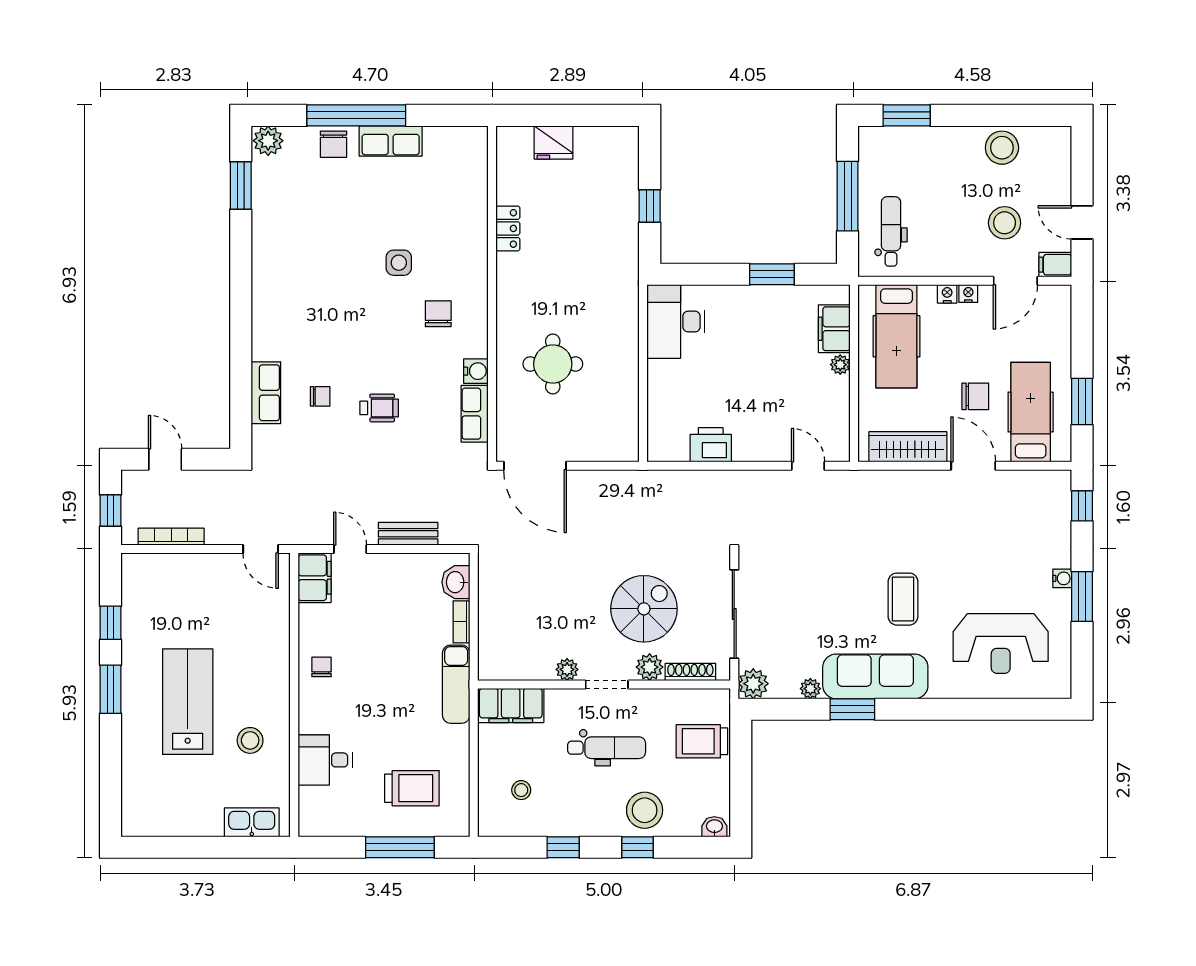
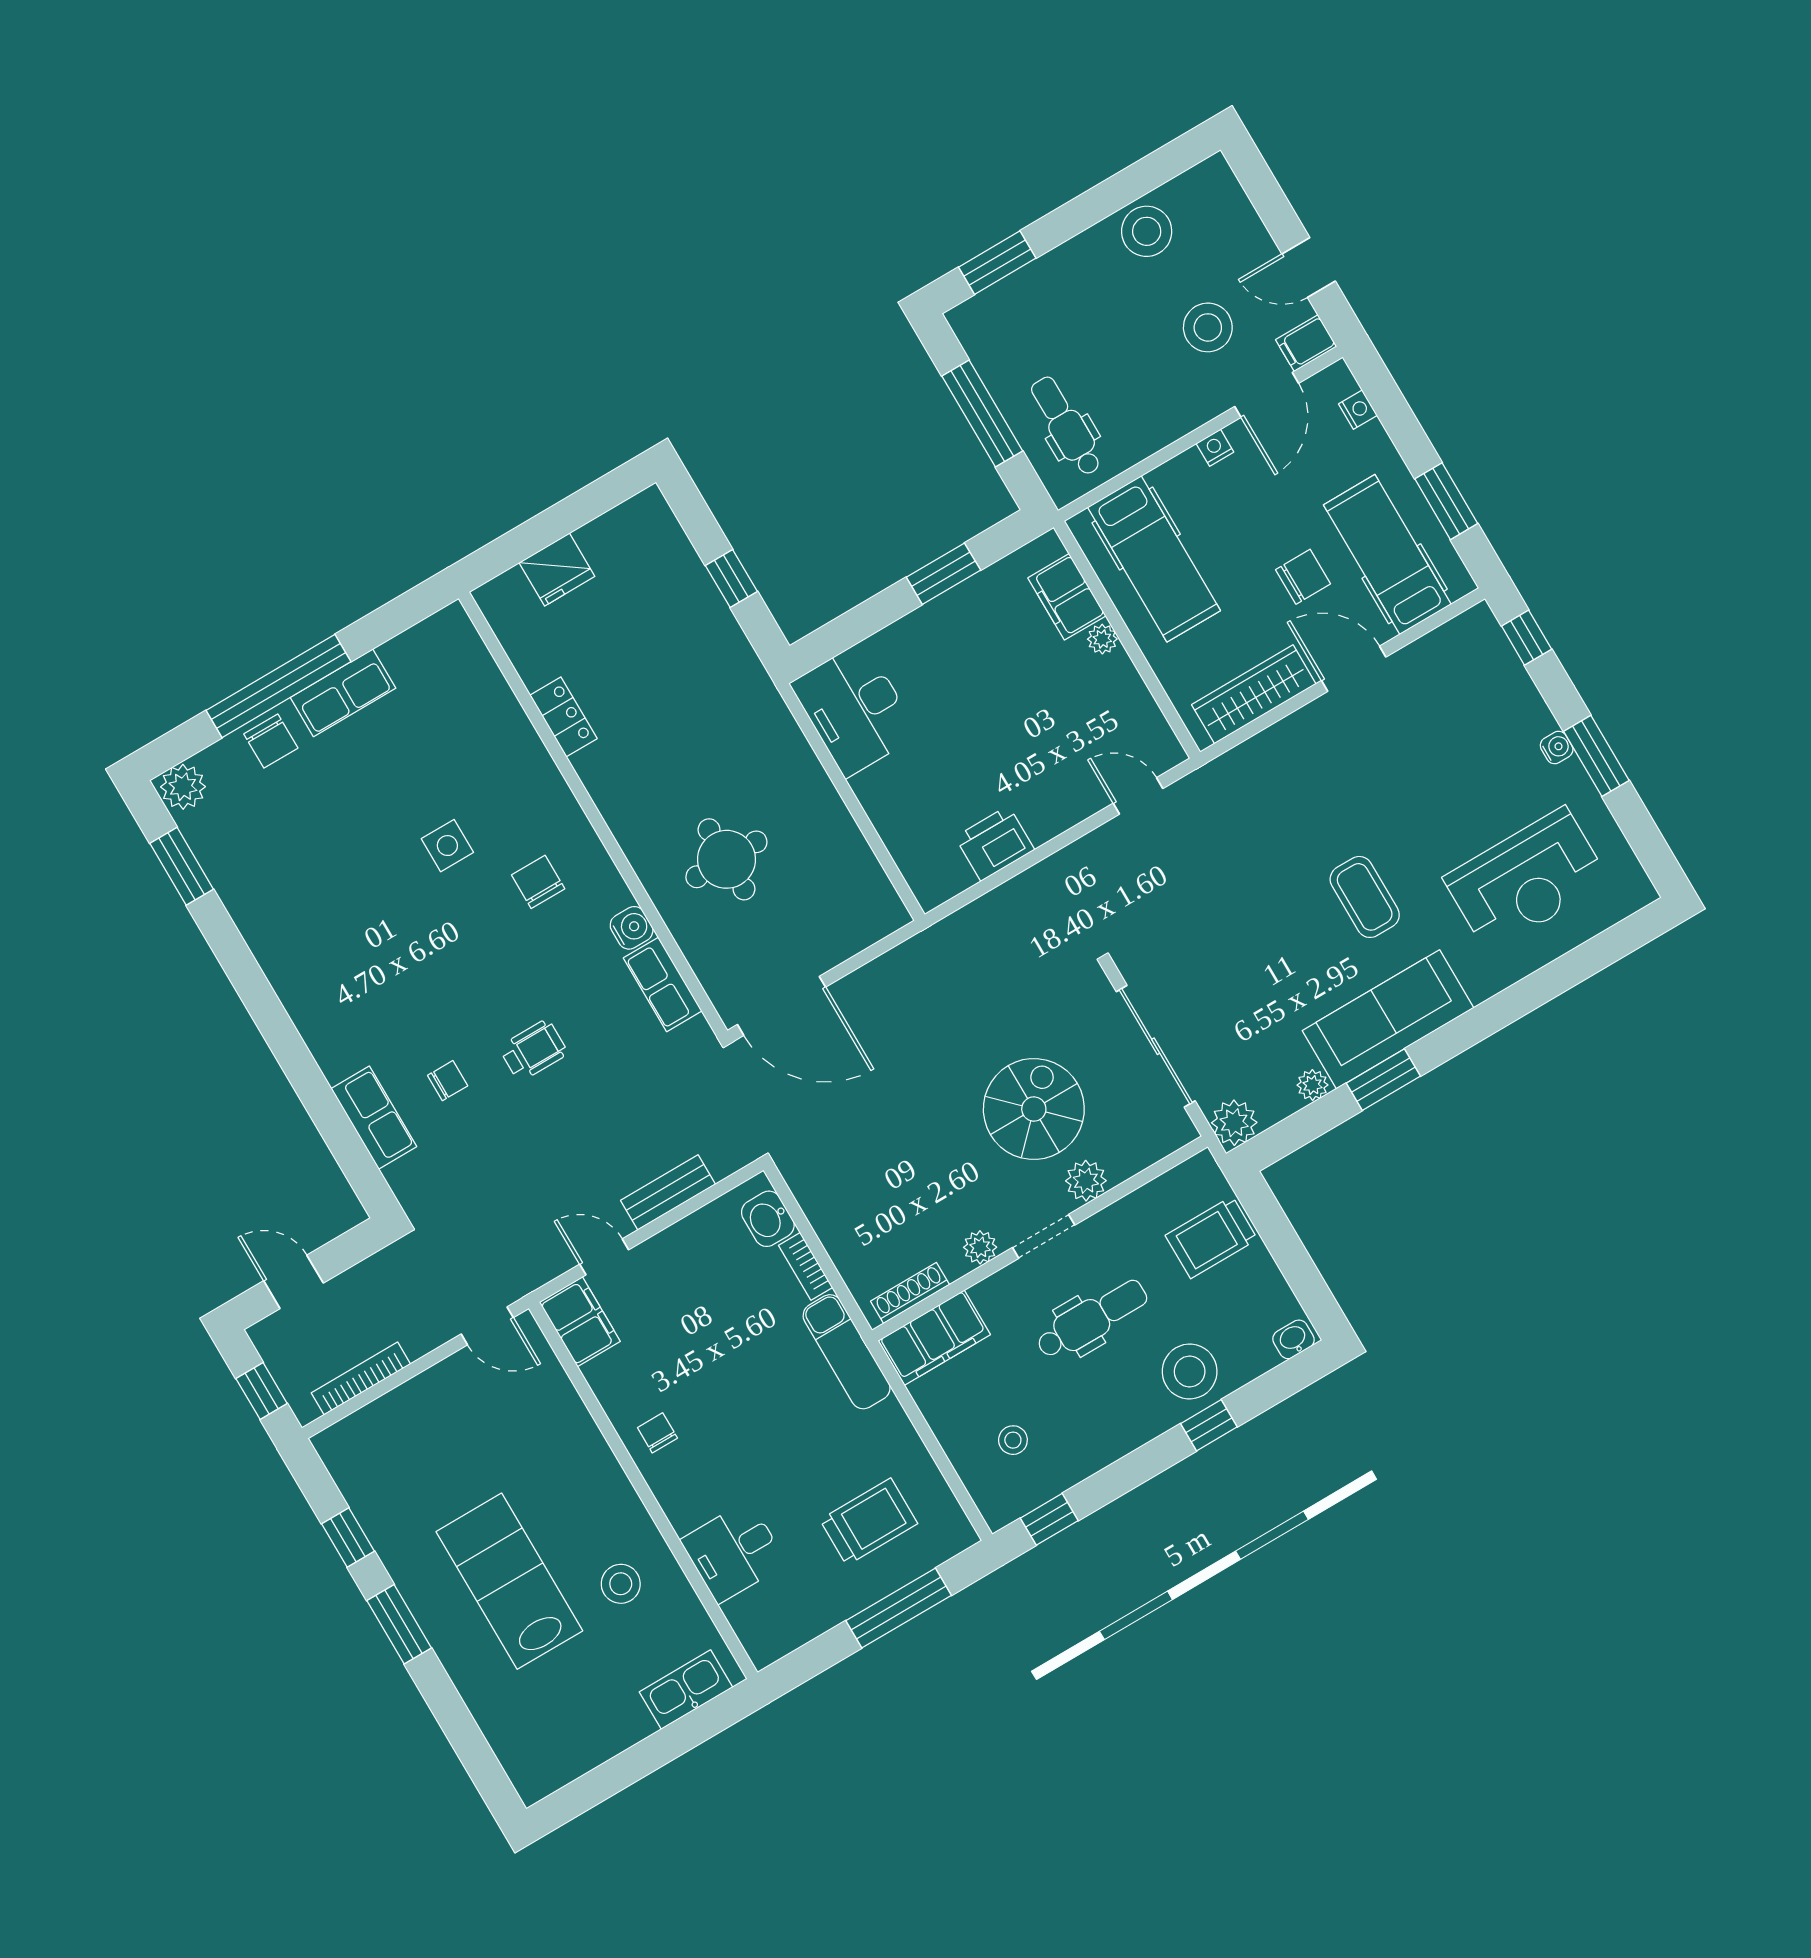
nightstand: (947, 294) -> (1358, 410), moved, turned 90
shoe rack: (690, 672) -> (910, 1293), moved
window: (563, 847) -> (1049, 1519), moved

